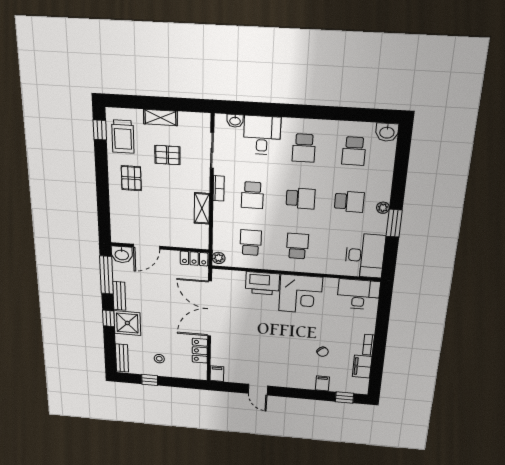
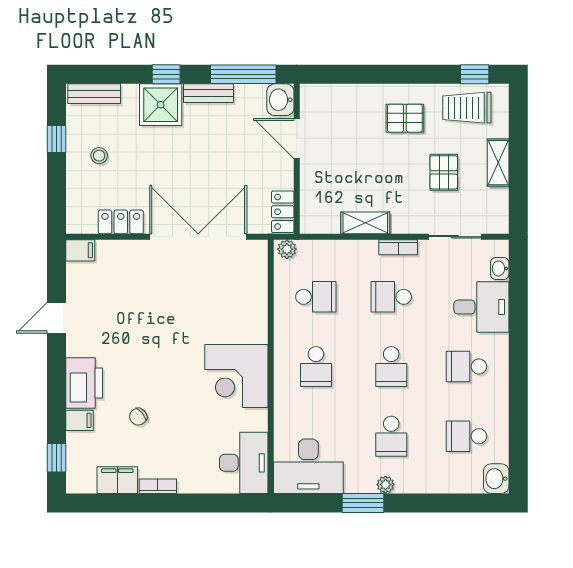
school desk: (297, 246) -> (316, 367), turned 90
printer: (262, 283) -> (84, 383), moved, turned 180

